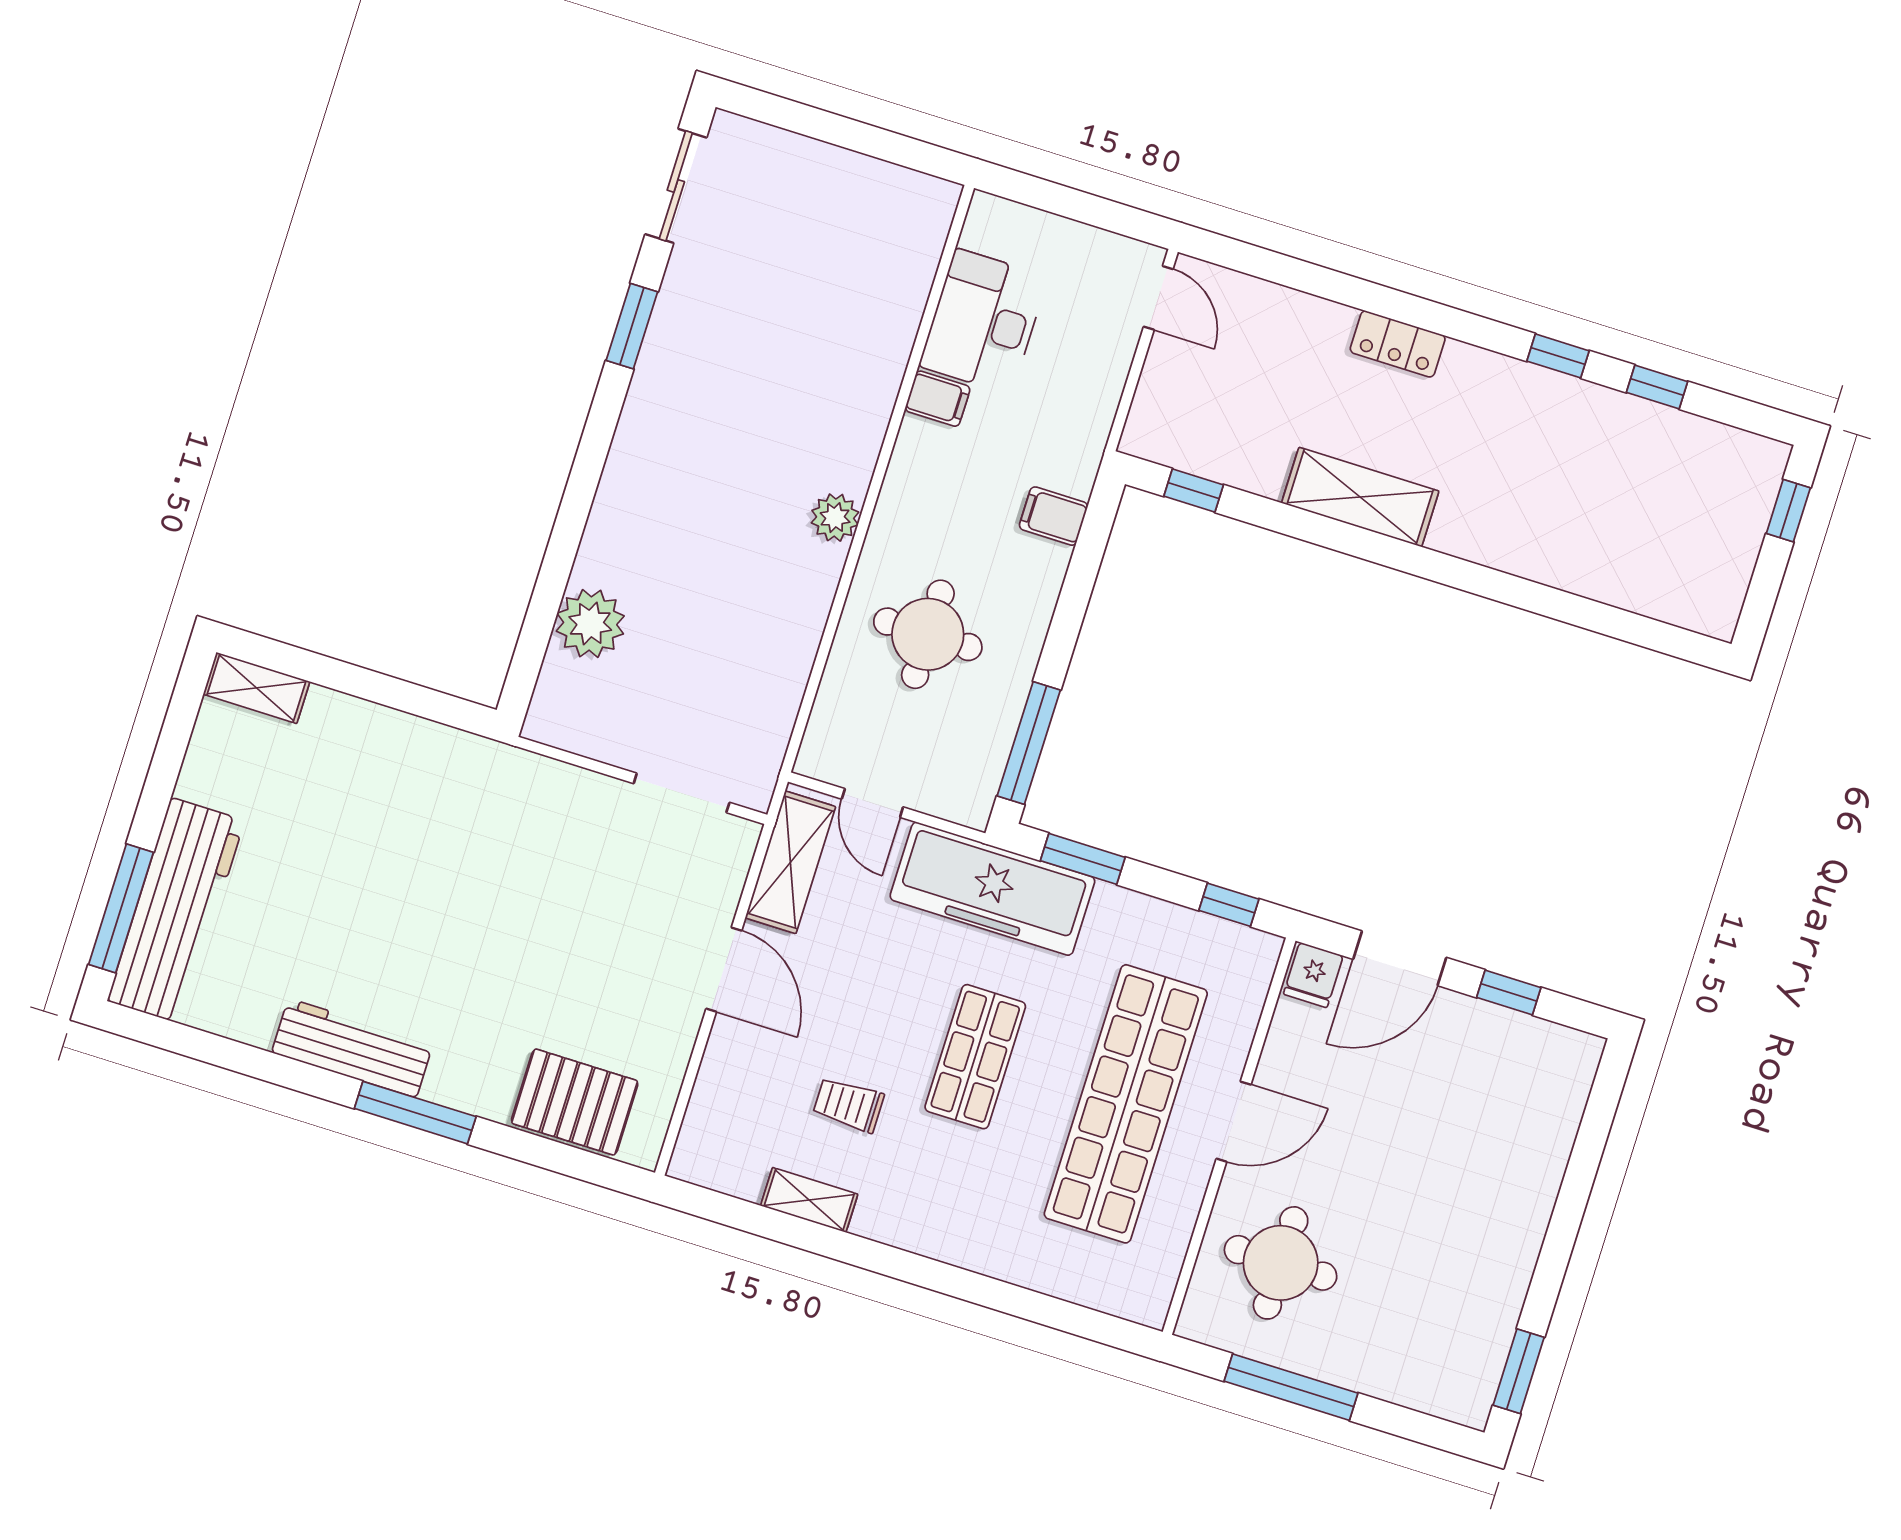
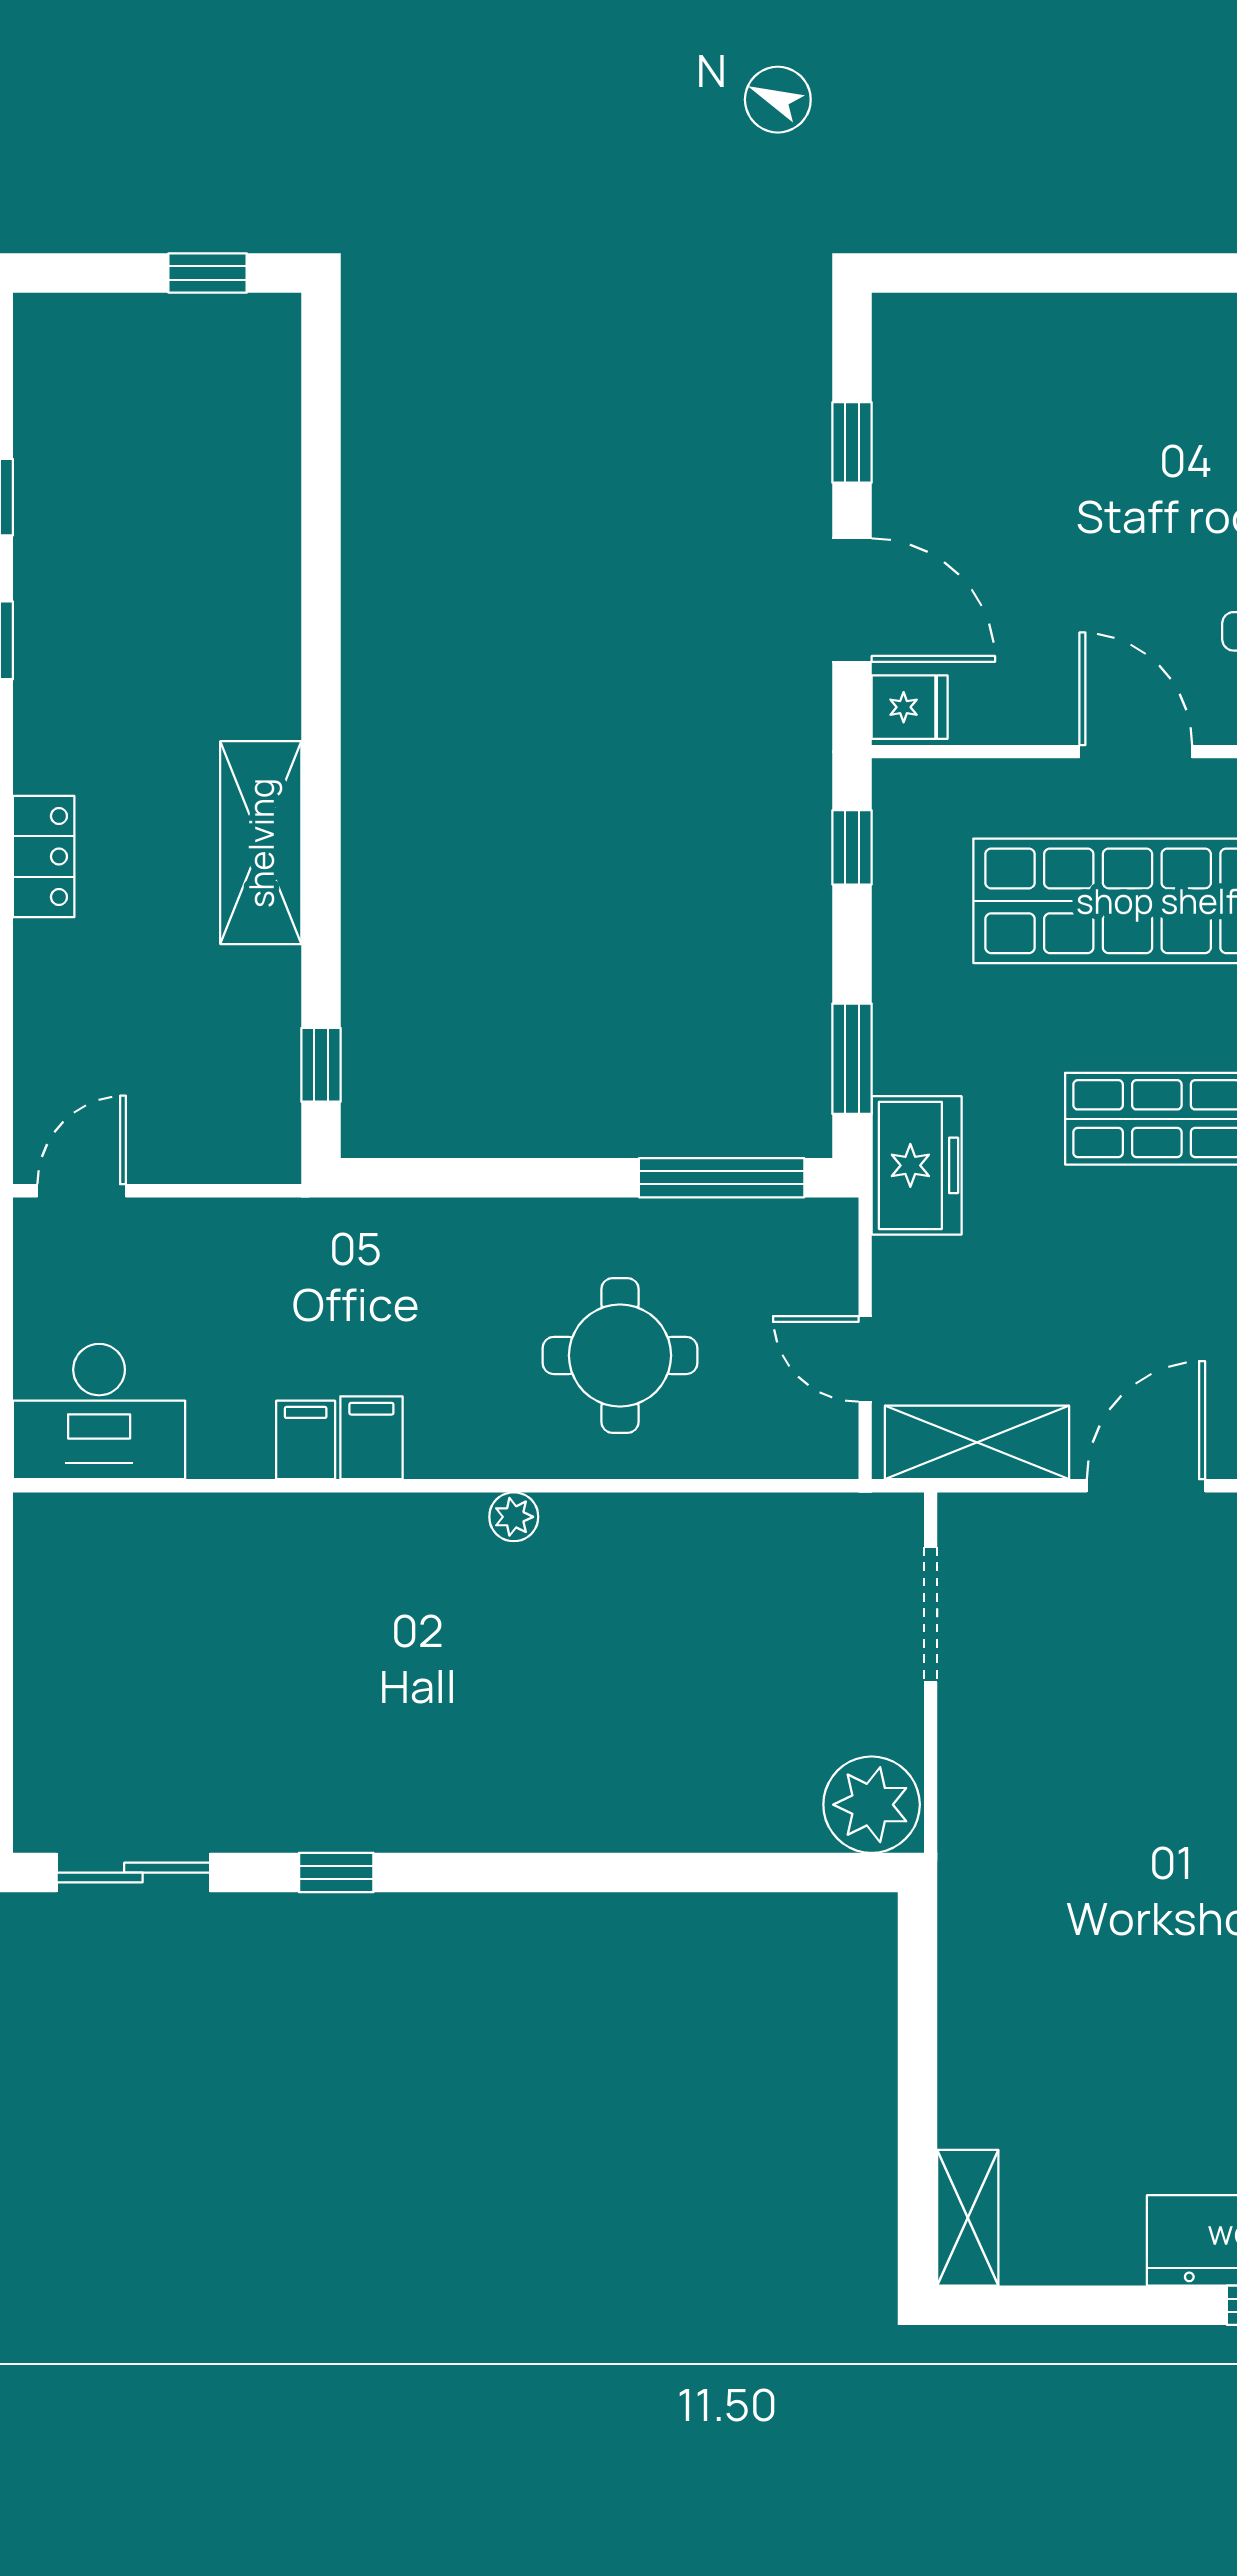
desk: (983, 321) -> (99, 1412), moved
window: (632, 326) -> (336, 1873), width x0.67
window: (1788, 511) -> (208, 273), moved
filing cabinet: (1053, 516) -> (371, 1438), moved, turned 180
plant: (835, 518) -> (514, 1517), width x0.73, depth x0.73
plant: (590, 624) -> (872, 1805), moved
door: (872, 803) -> (865, 1359), swing flipped
freezer: (992, 889) -> (917, 1165), width x0.52, depth x0.79

